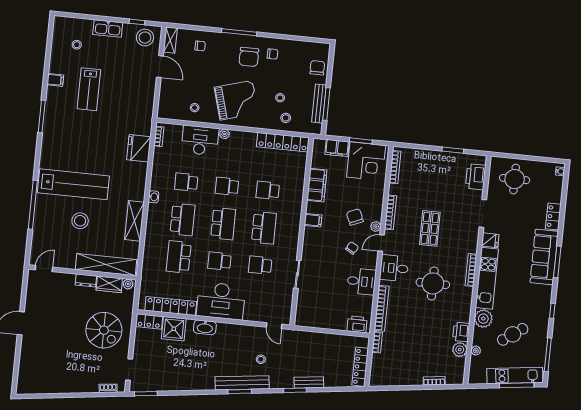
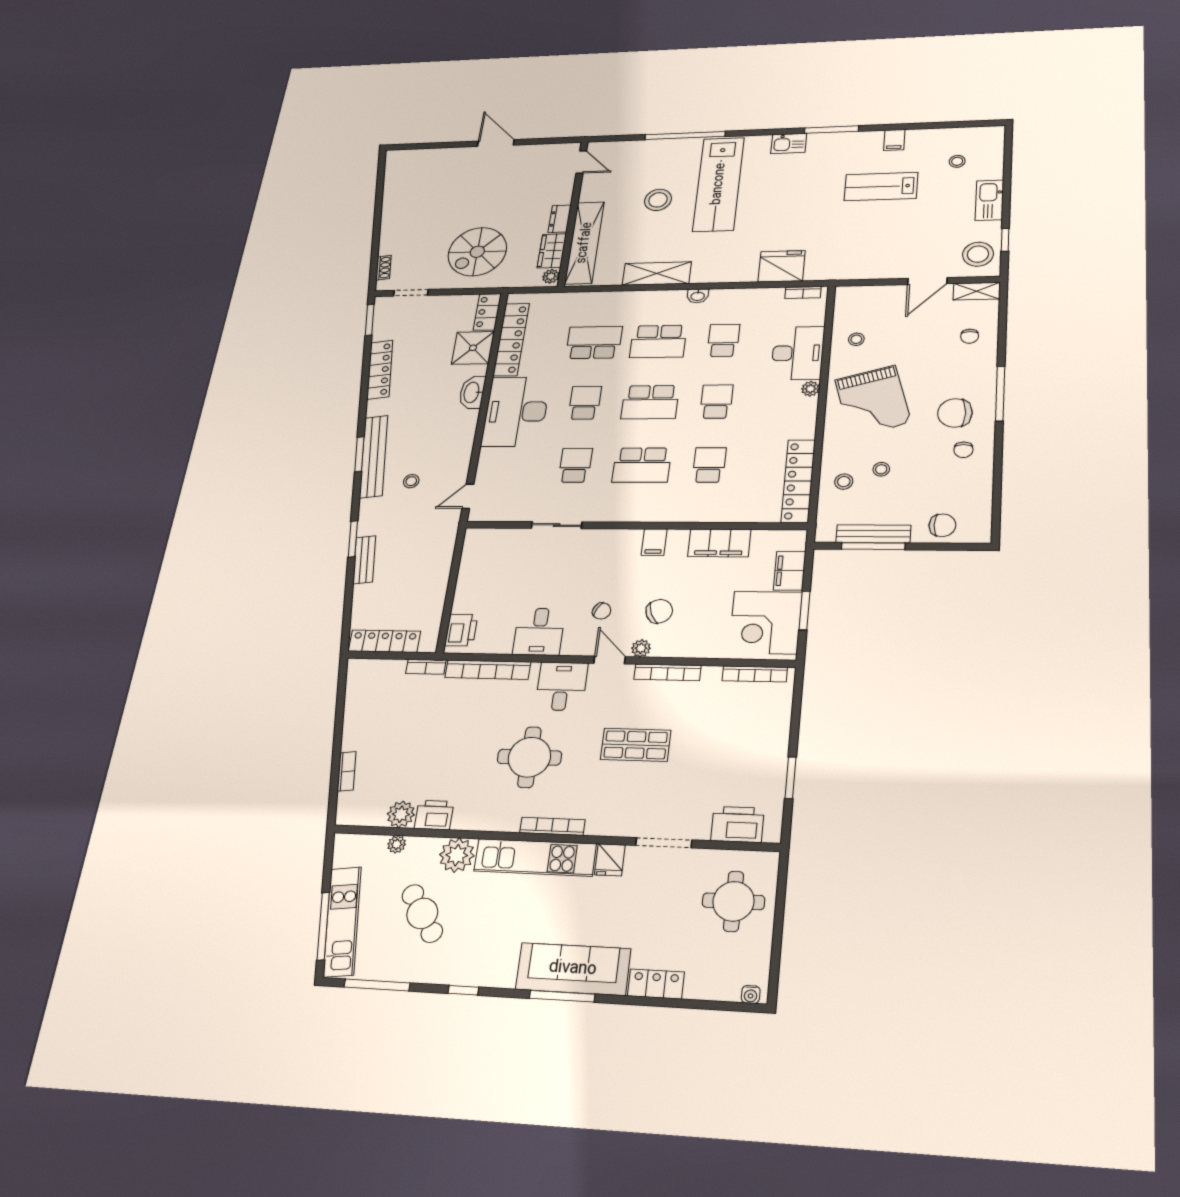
kitchen sink: (49, 142) -> (789, 143), added
locker: (183, 384) -> (380, 370), added

